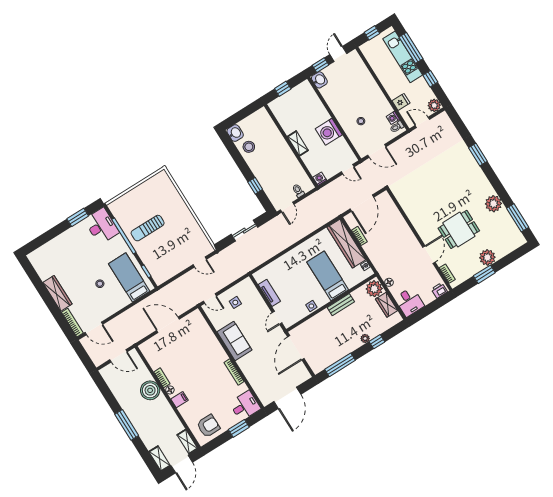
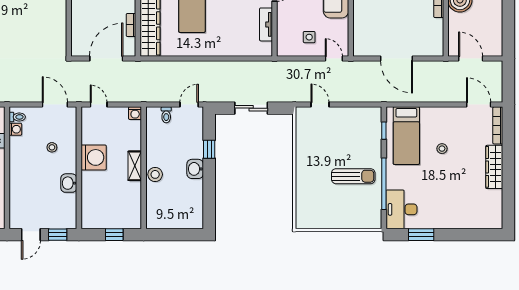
washbasin: (319, 80) -> (69, 183), moved
washbasin: (235, 133) -> (195, 169), moved
stool: (249, 147) -> (155, 174), moved

